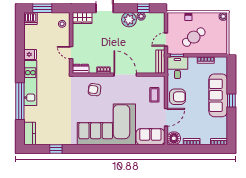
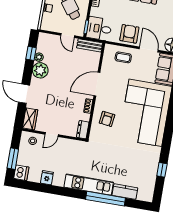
door: (71, 53) -> (52, 134), moved
fridge: (30, 54) -> (47, 178), moved
kitchen counter: (30, 134) -> (125, 192), moved

